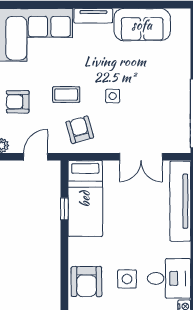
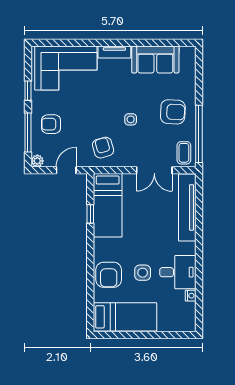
armchair: (163, 87) -> (173, 112), added
coffee table: (66, 95) -> (184, 153), moved, turned 90

